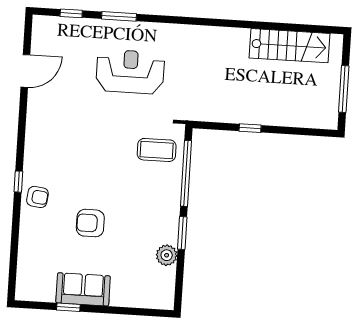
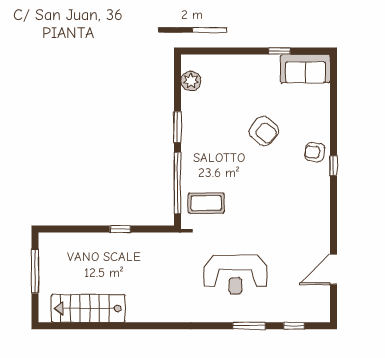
armchair: (90, 223) -> (264, 131), turned 39
plant: (167, 255) -> (191, 81), moved
sofa: (83, 289) -> (305, 69), moved

